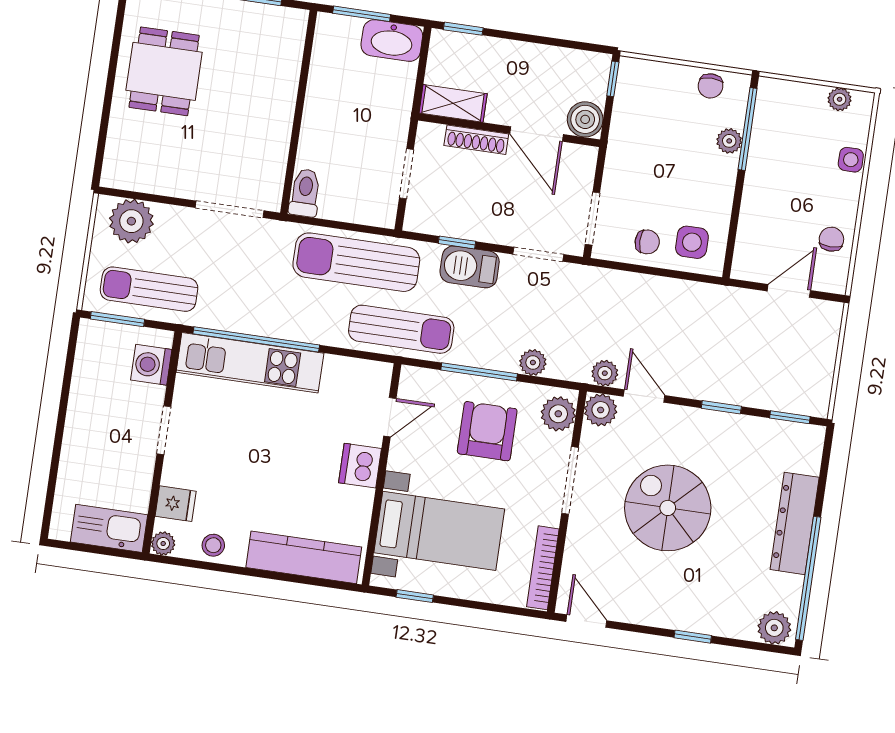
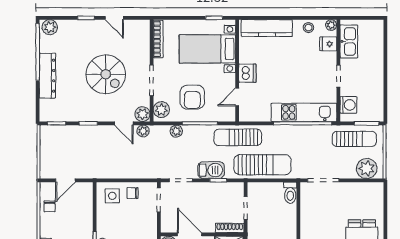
shoe rack: (476, 140) -> (230, 228), moved
kitchen sink: (109, 528) -> (349, 41), moved, turned -90
door: (586, 621) -> (114, 18), moved

